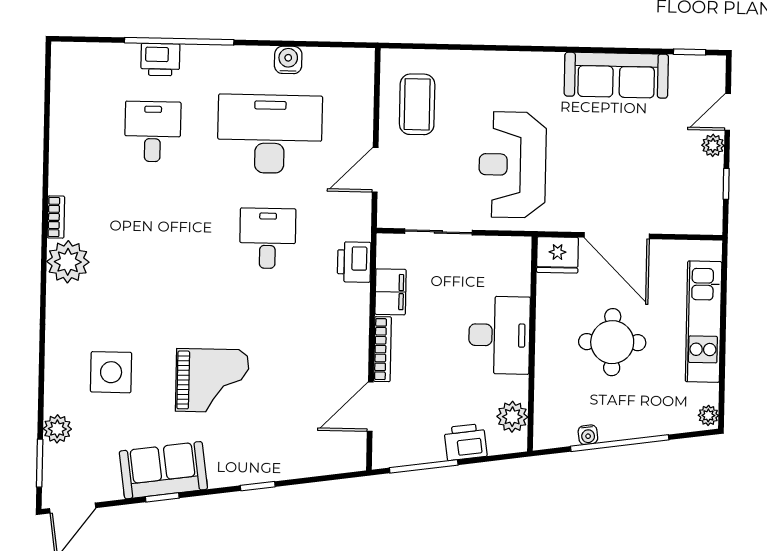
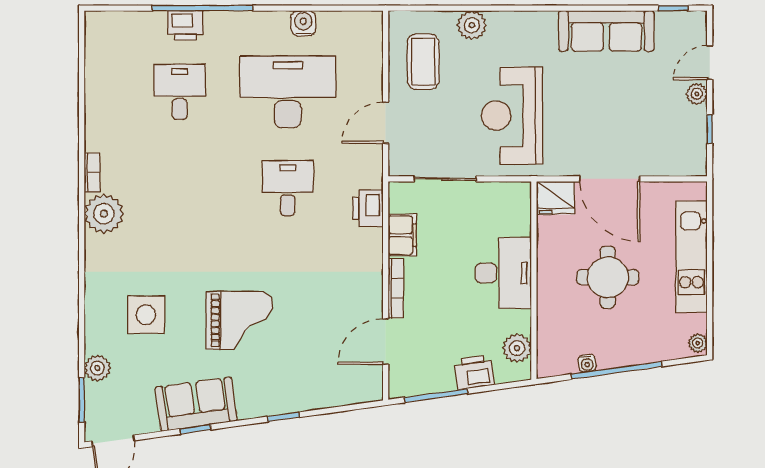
plant: (471, 66) -> (472, 25), added

